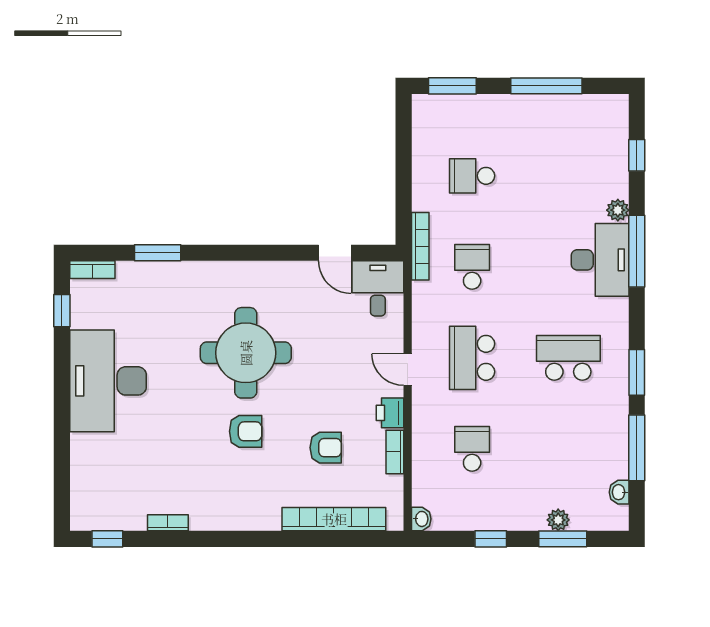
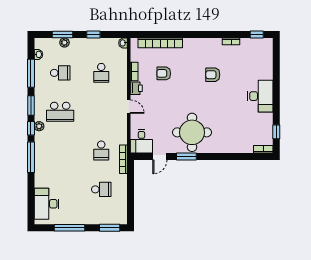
window: (637, 155) -> (31, 128), moved
plant: (618, 210) -> (39, 126), moved
window: (158, 253) -> (186, 157), moved
door: (335, 253) -> (160, 157), swing flipped
desk: (600, 260) -> (47, 204), moved
round table: (246, 353) -> (192, 132), moved
school desk: (472, 358) -> (60, 73), moved, width x0.54
desk: (108, 381) -> (260, 96), width x0.73, depth x0.77
armchair: (246, 431) -> (213, 75), moved

